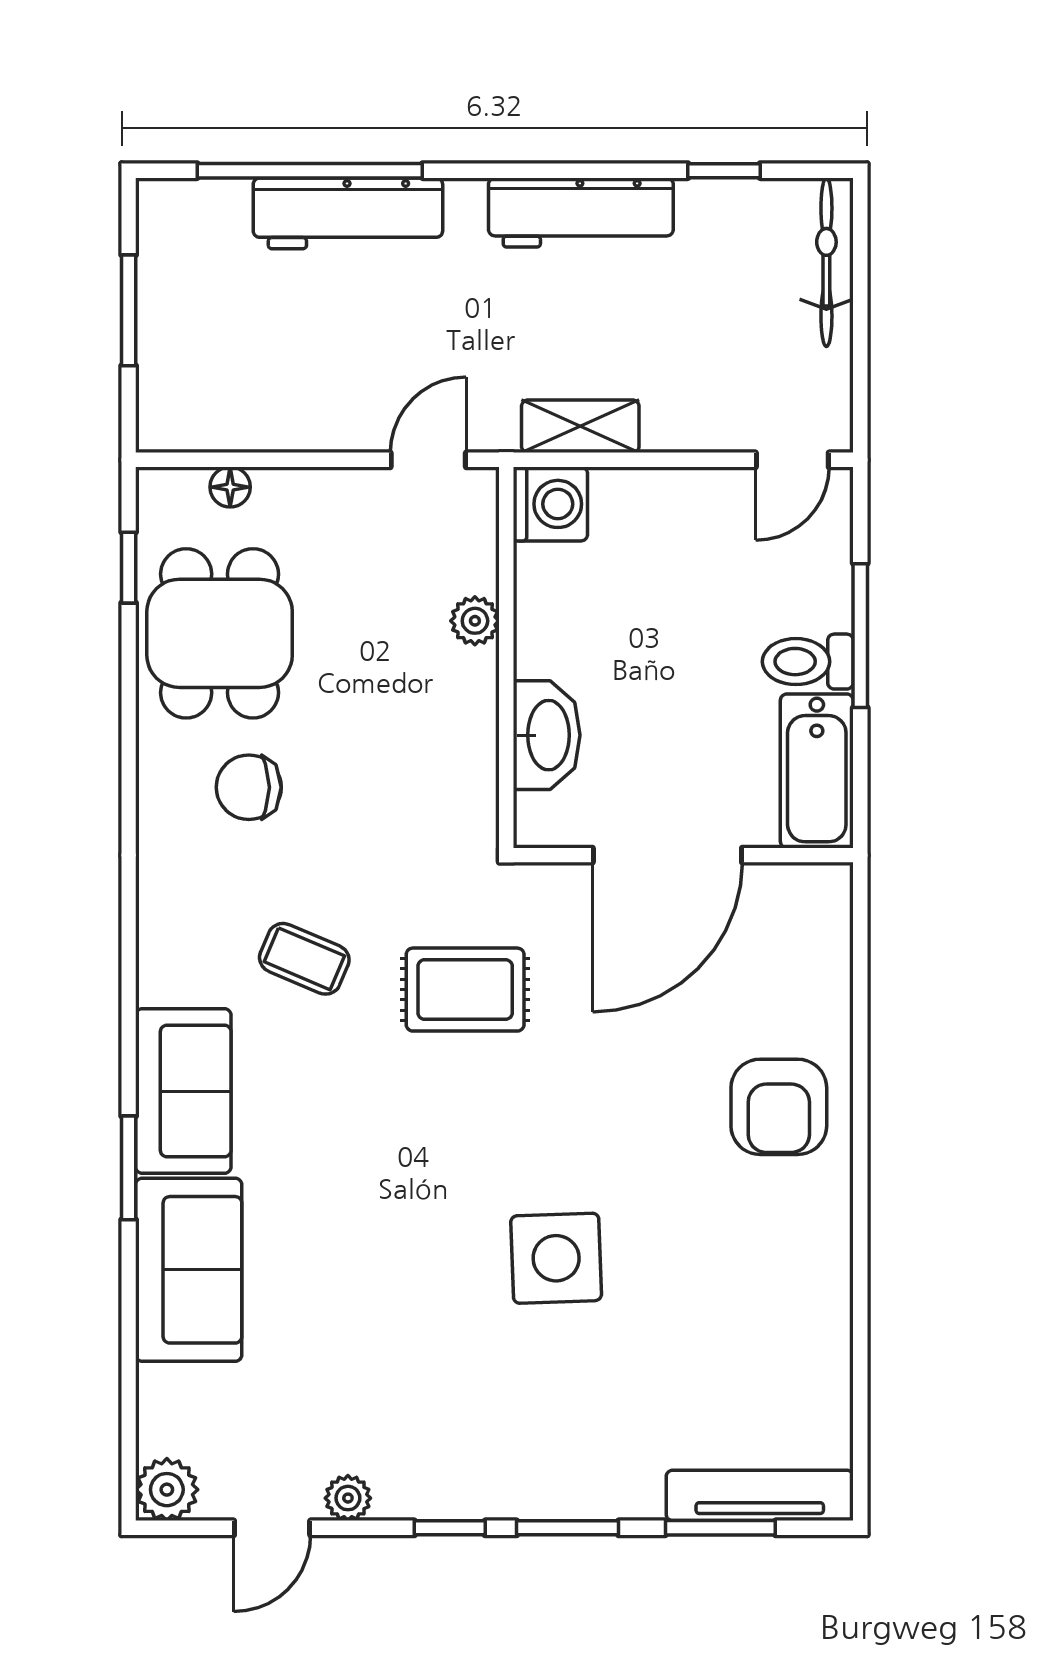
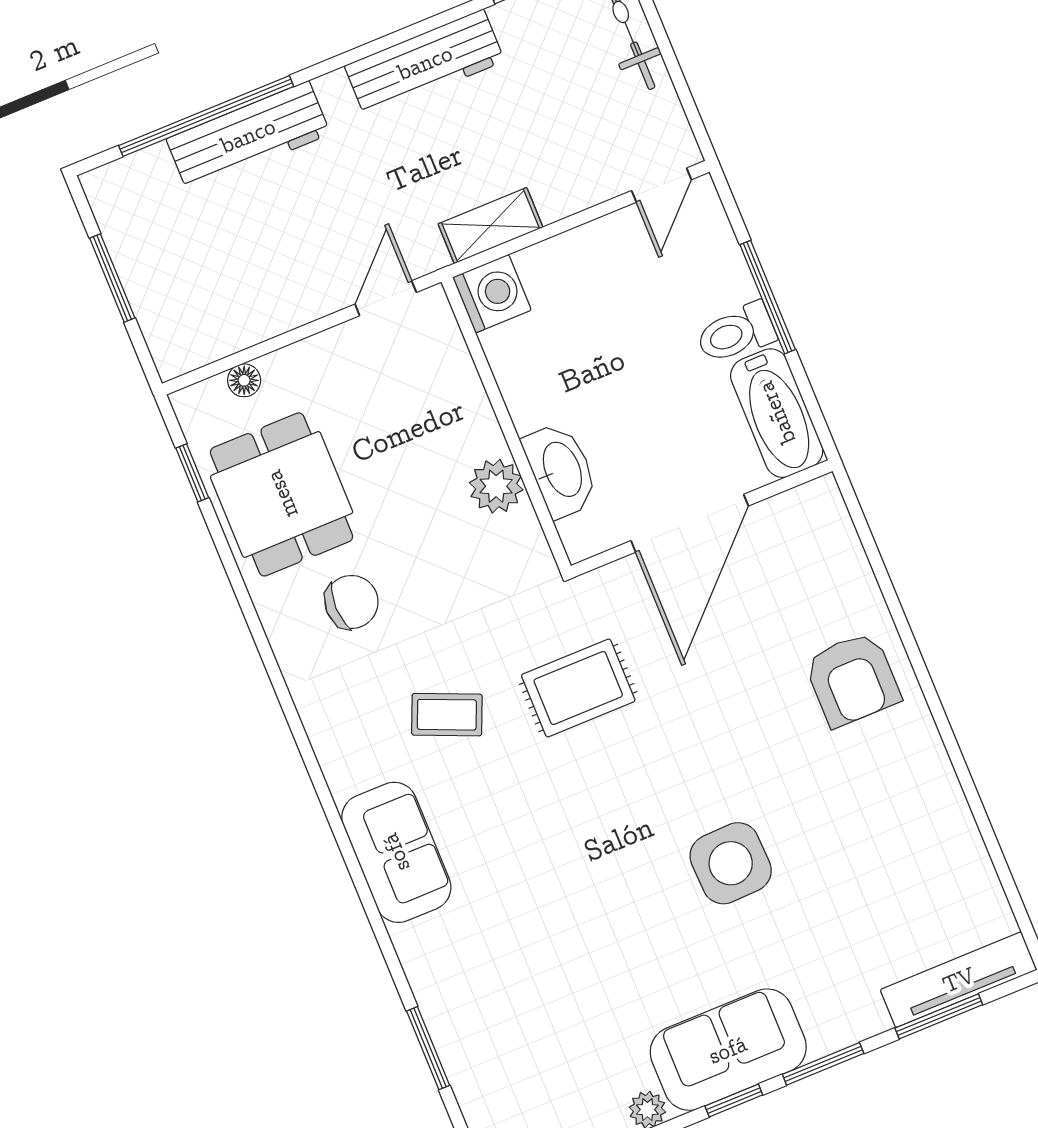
plant: (475, 621) -> (496, 486), moved, width x1.38, depth x1.38
chair: (249, 787) -> (352, 602), turned 180
window: (129, 1168) -> (428, 1048), moved
sofa: (189, 1270) -> (728, 1050), moved, turned -90

